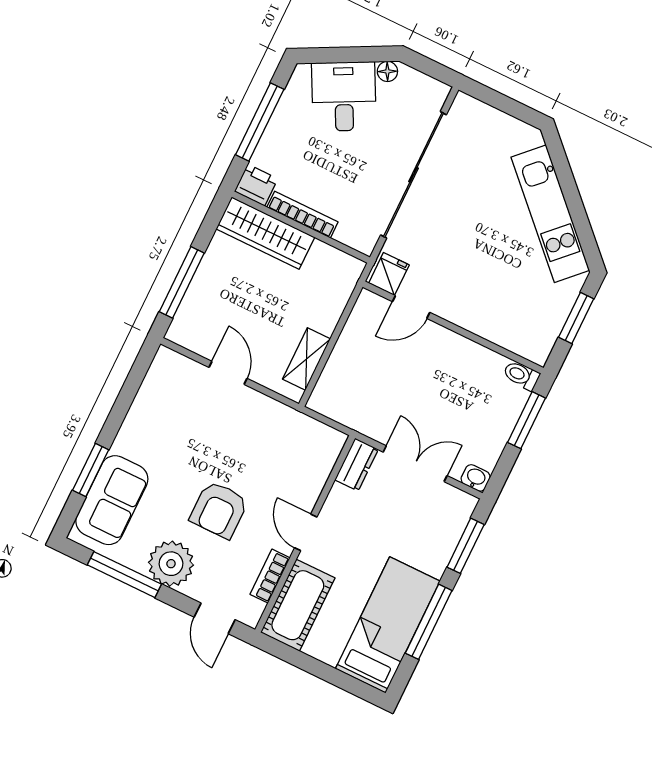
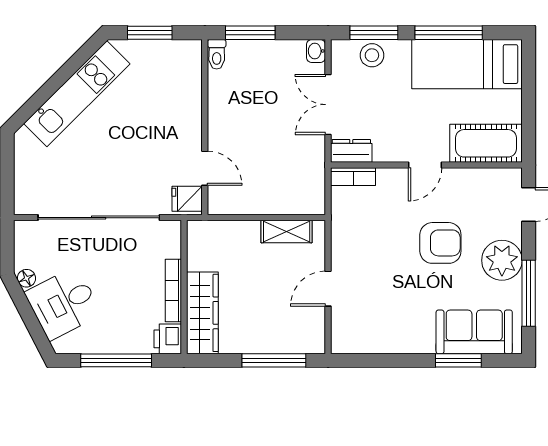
stool: (444, 533) -> (372, 55), added
bookcase: (270, 576) -> (353, 177), moved

